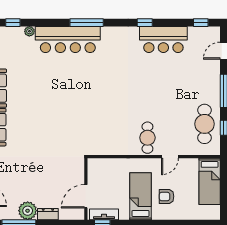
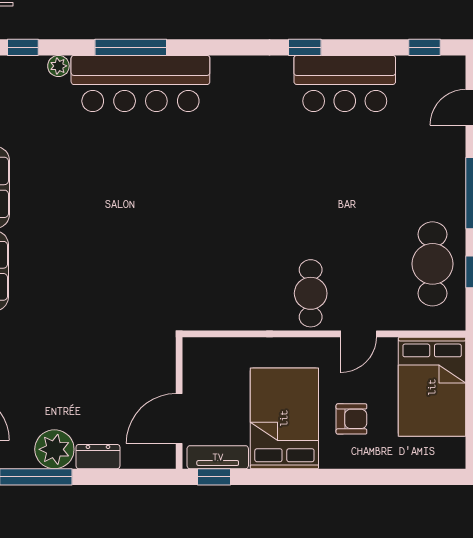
window: (87, 23) -> (131, 47), moved
bed: (210, 181) -> (432, 387), width x1.50
bed: (141, 196) -> (284, 418), width x1.50
armchair: (167, 196) -> (351, 419), turned 180

